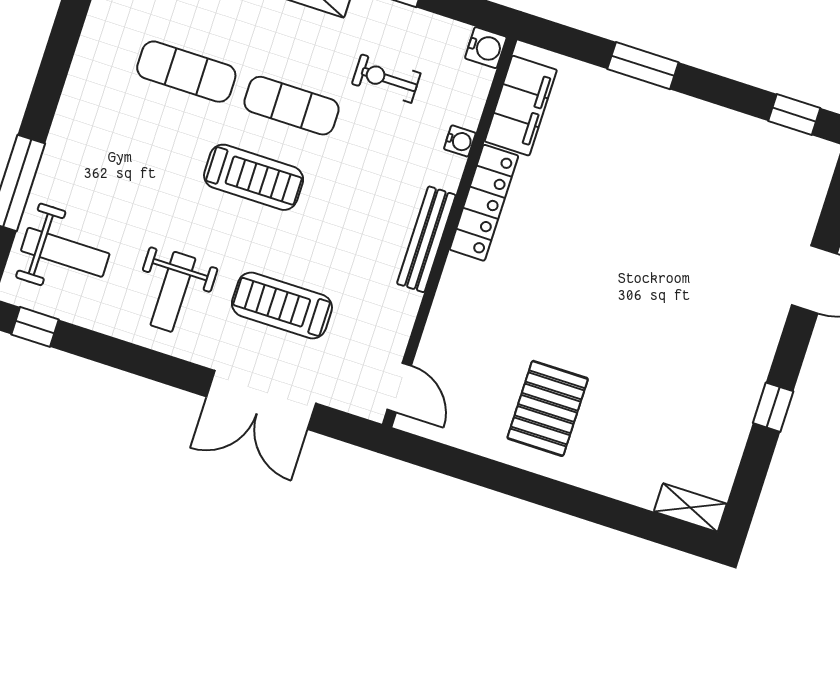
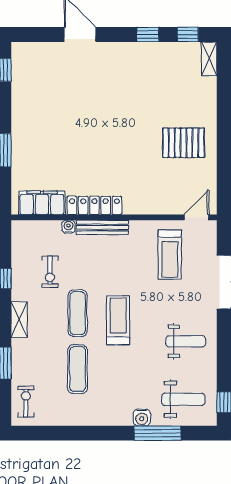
water cooler: (486, 48) -> (142, 417), moved, turned 180
bench: (426, 239) -> (102, 227), moved
weight bench: (65, 252) -> (183, 399), turned 90
treadmill: (282, 305) -> (170, 254), moved
window: (749, 482) -> (188, 34), added

